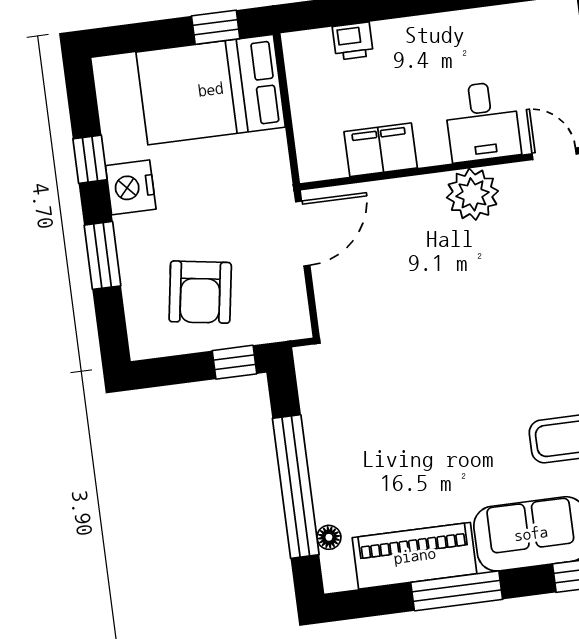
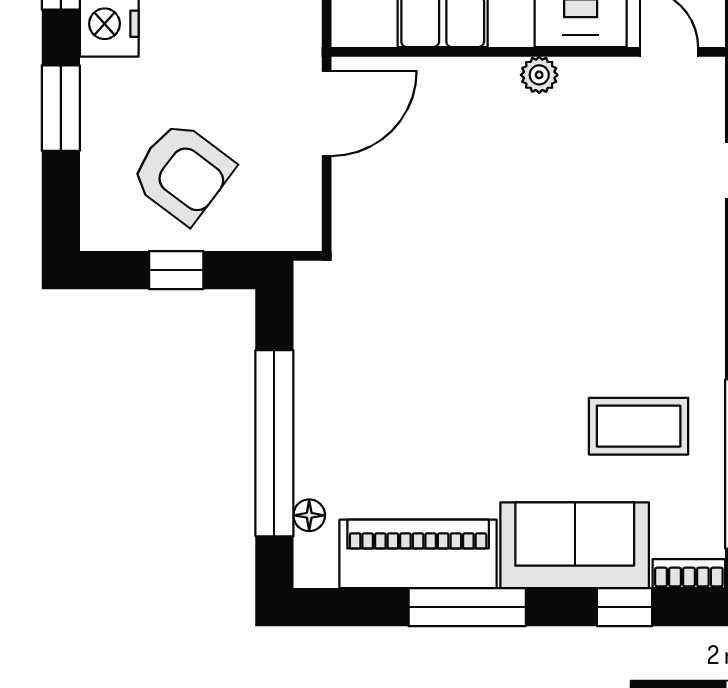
plant: (472, 194) -> (539, 75), width x0.53, depth x0.53
armchair: (200, 292) -> (182, 173), turned -62
window: (235, 362) -> (176, 270), moved

